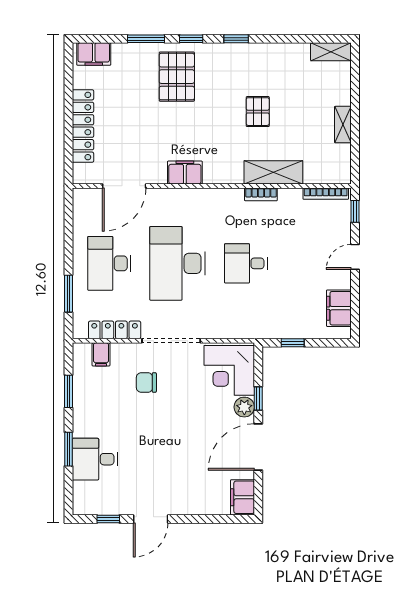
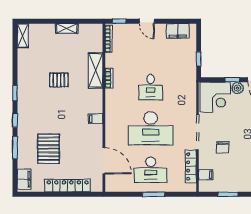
pallet: (177, 77) -> (48, 149), moved, turned 90
filing cabinet: (185, 172) -> (96, 119), width x0.50
window: (68, 294) -> (154, 194), moved

